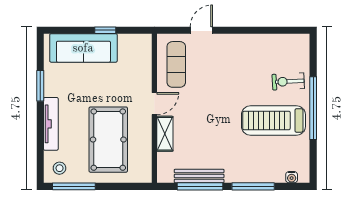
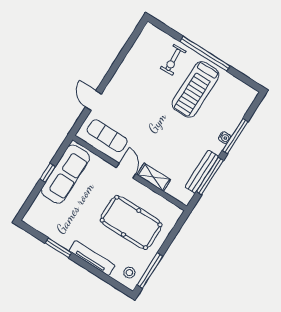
sofa: (83, 48) -> (65, 174), moved
water cooler: (292, 177) -> (225, 138), moved

